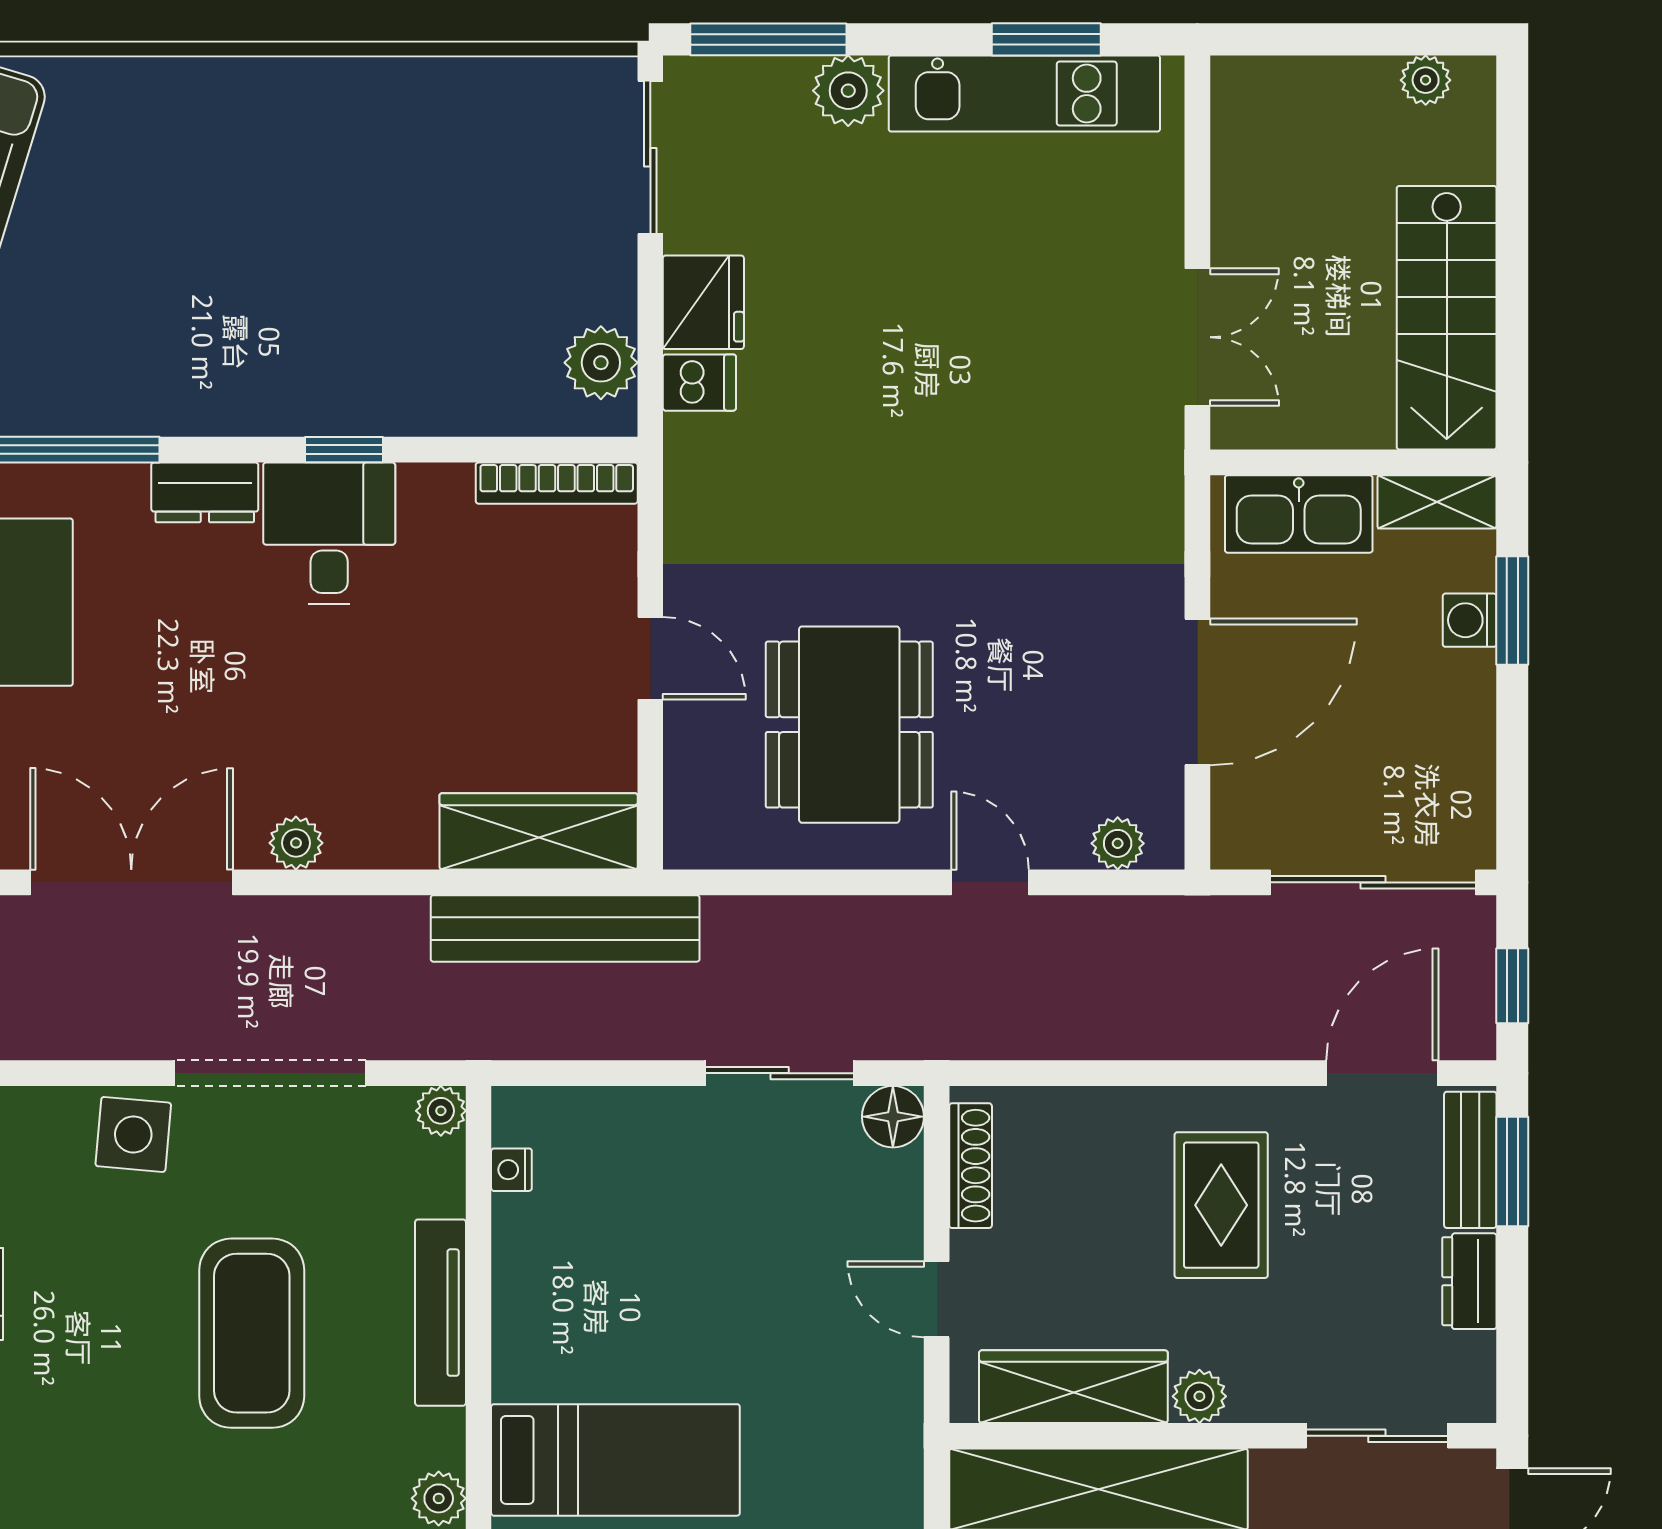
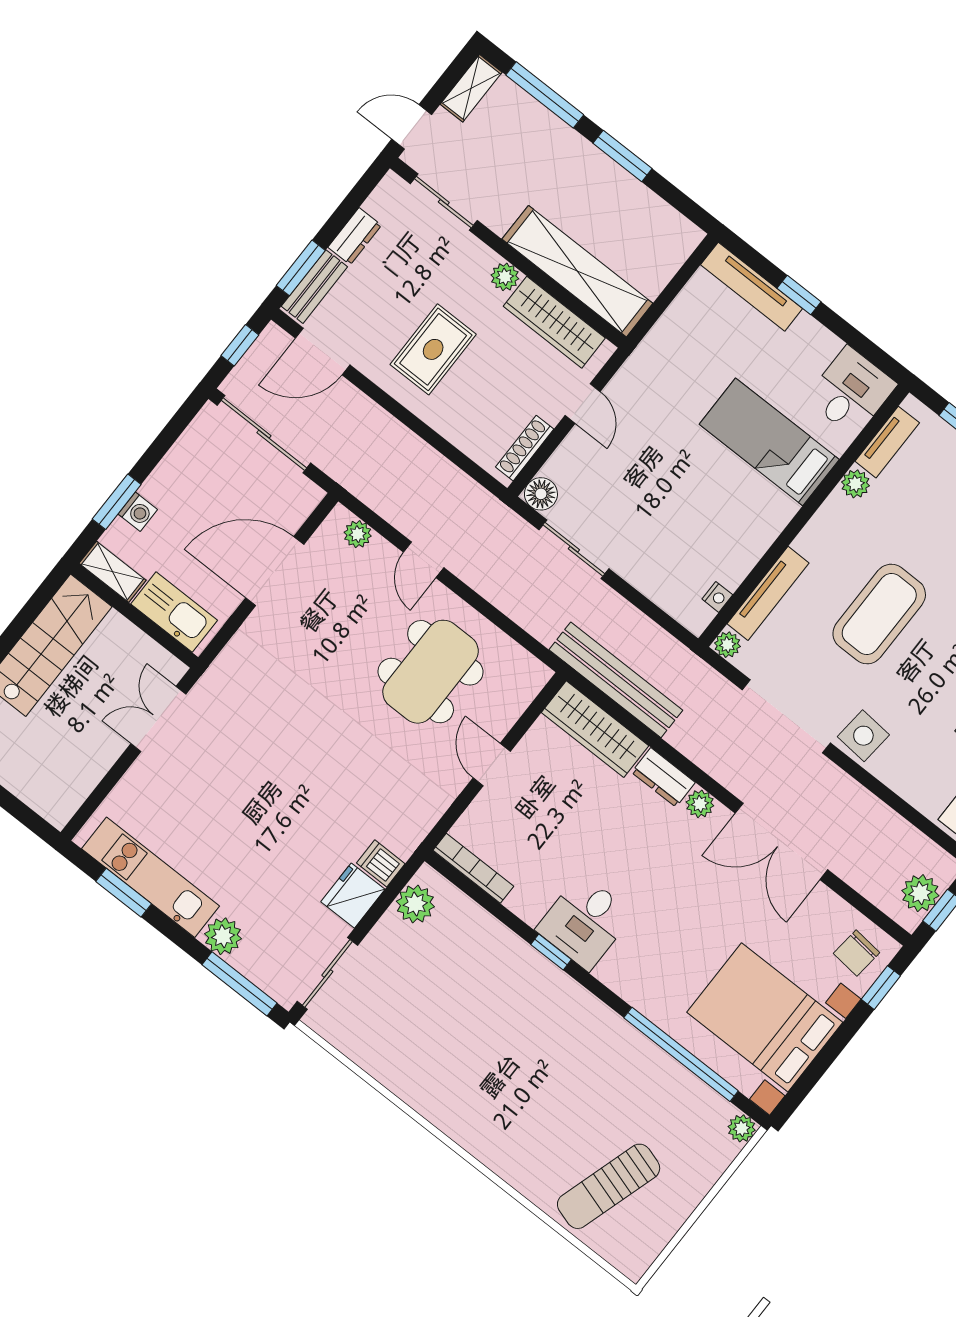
dresser: (205, 492) -> (663, 777), moved, turned 180
tv unit: (441, 1313) -> (768, 593), moved

